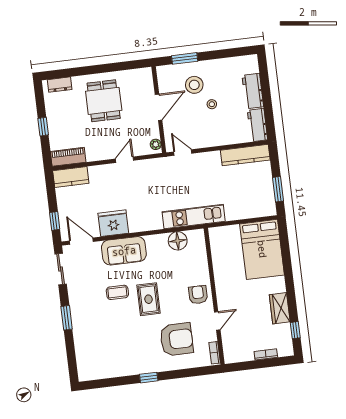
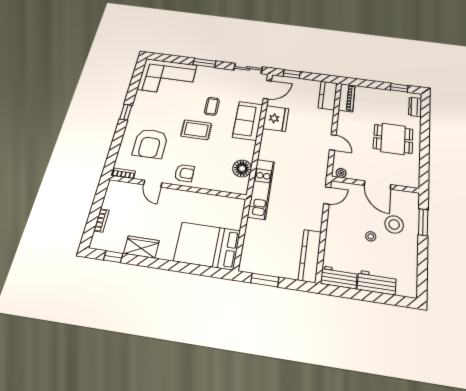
window: (43, 127) -> (399, 88), moved
corner sofa: (96, 351) -> (167, 77), added

